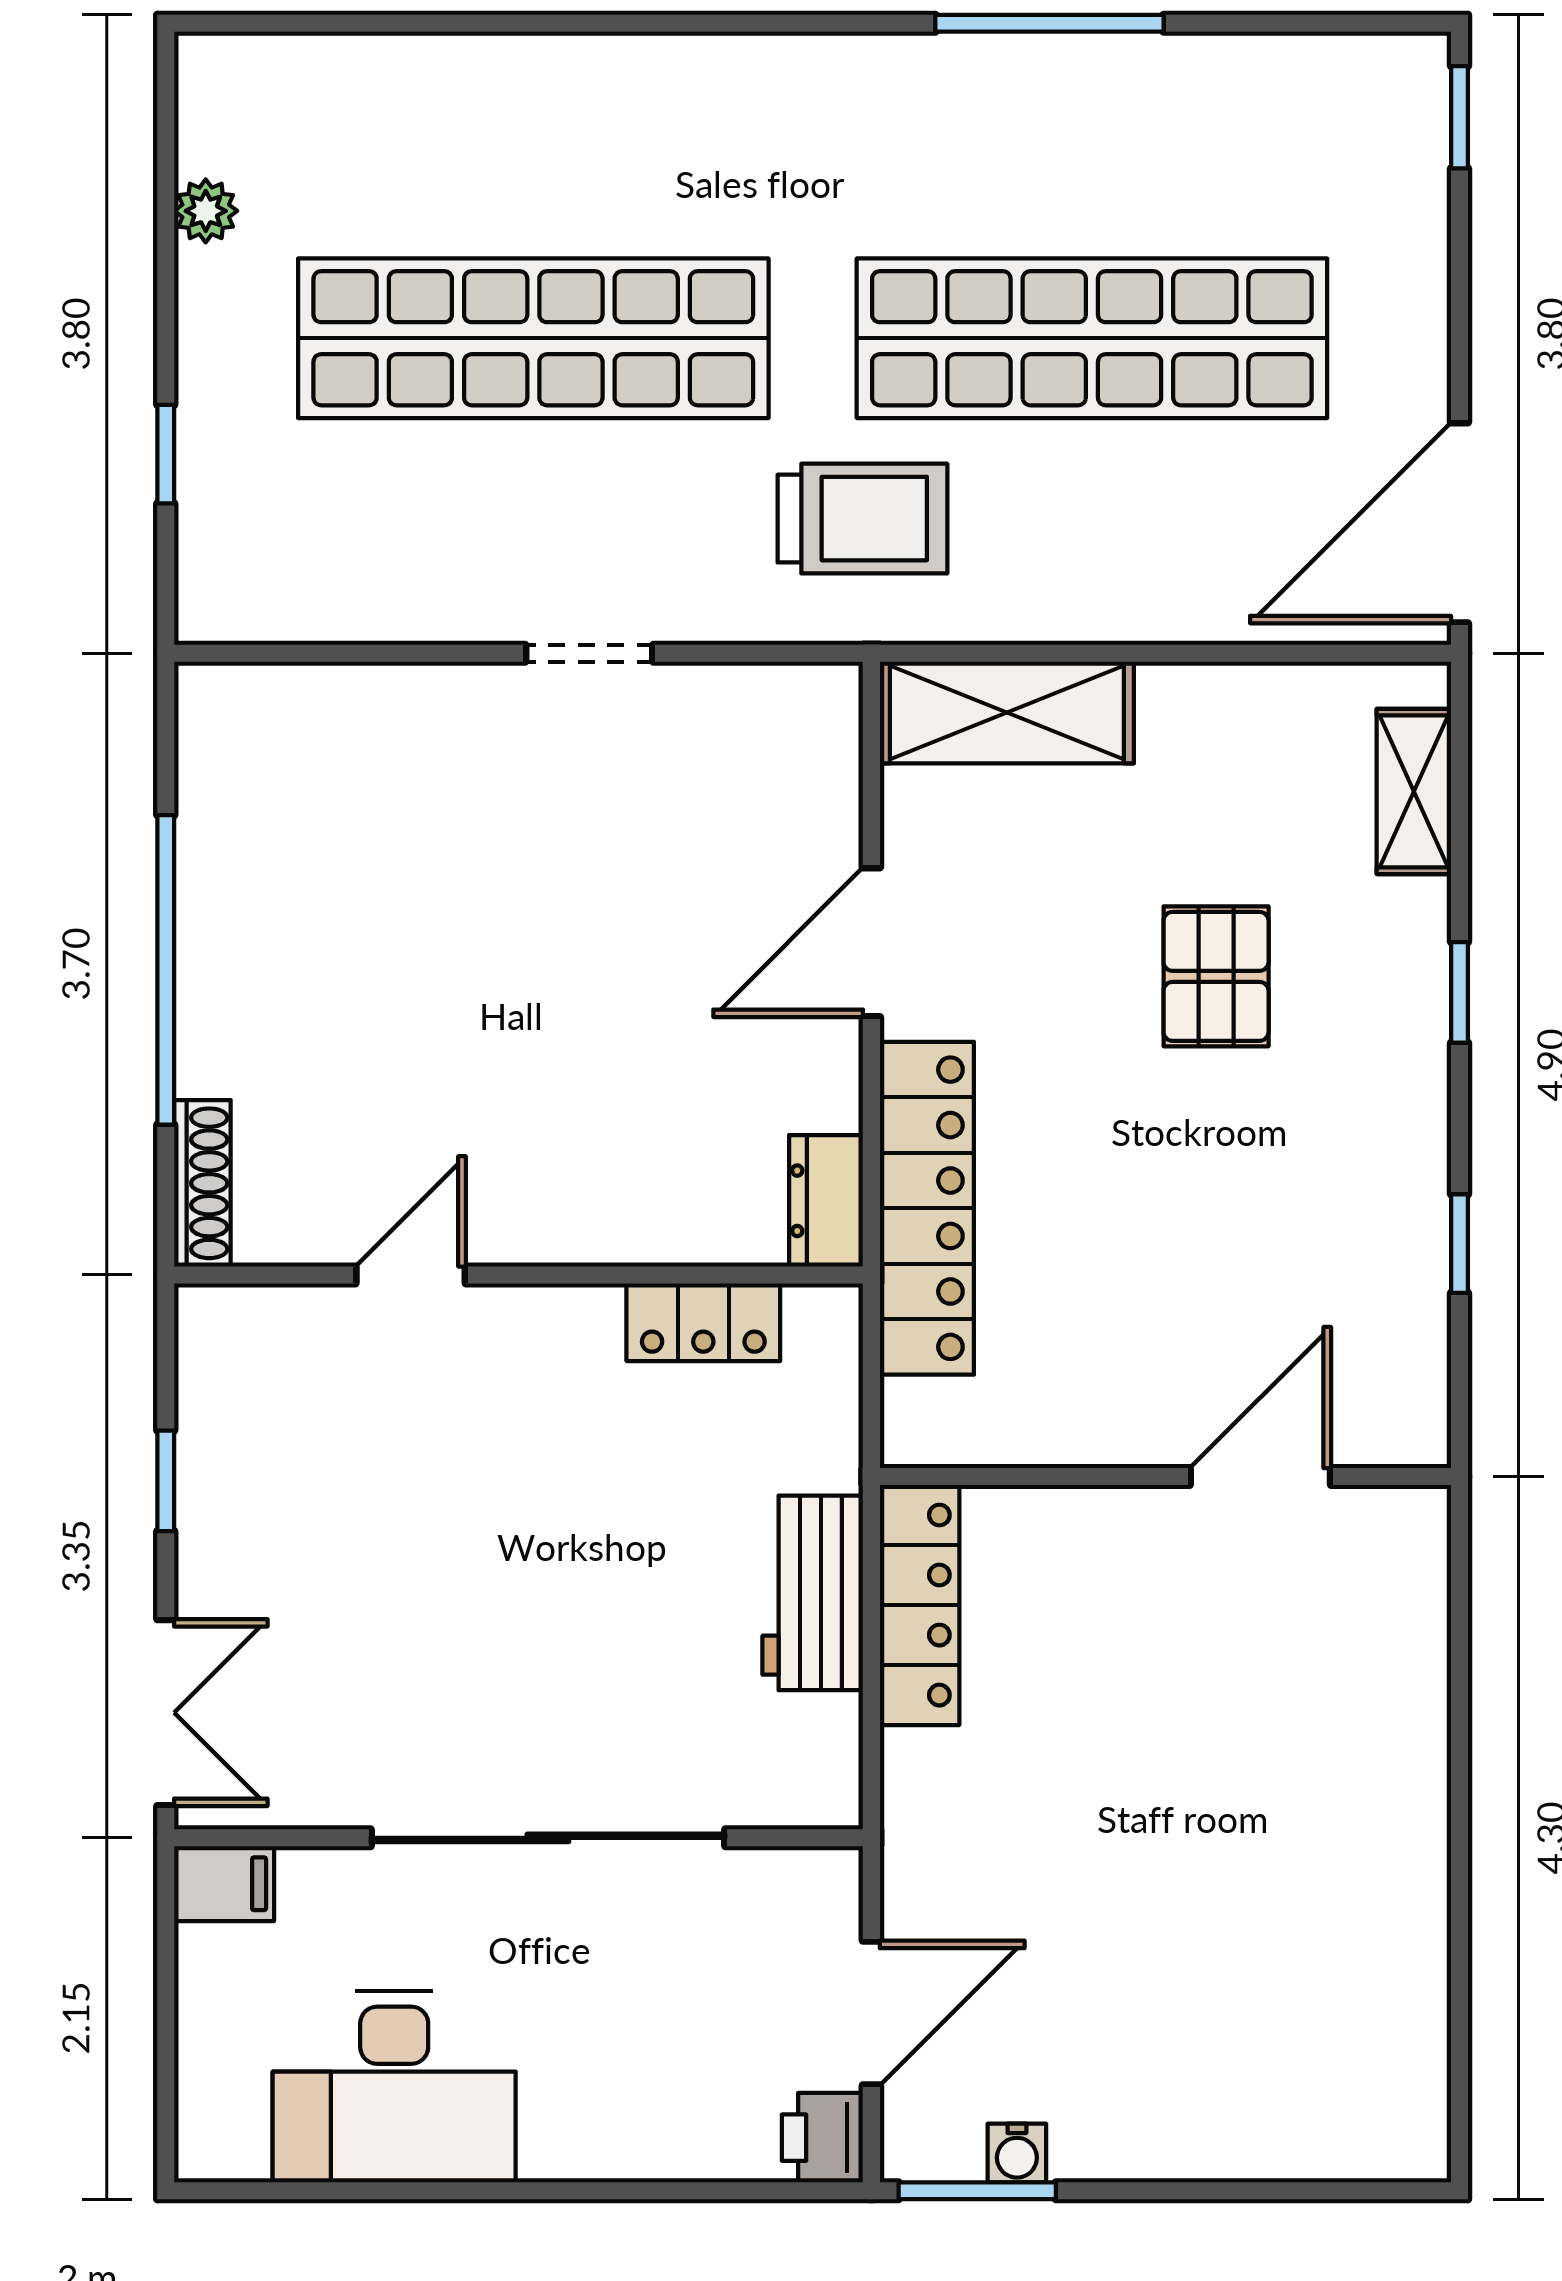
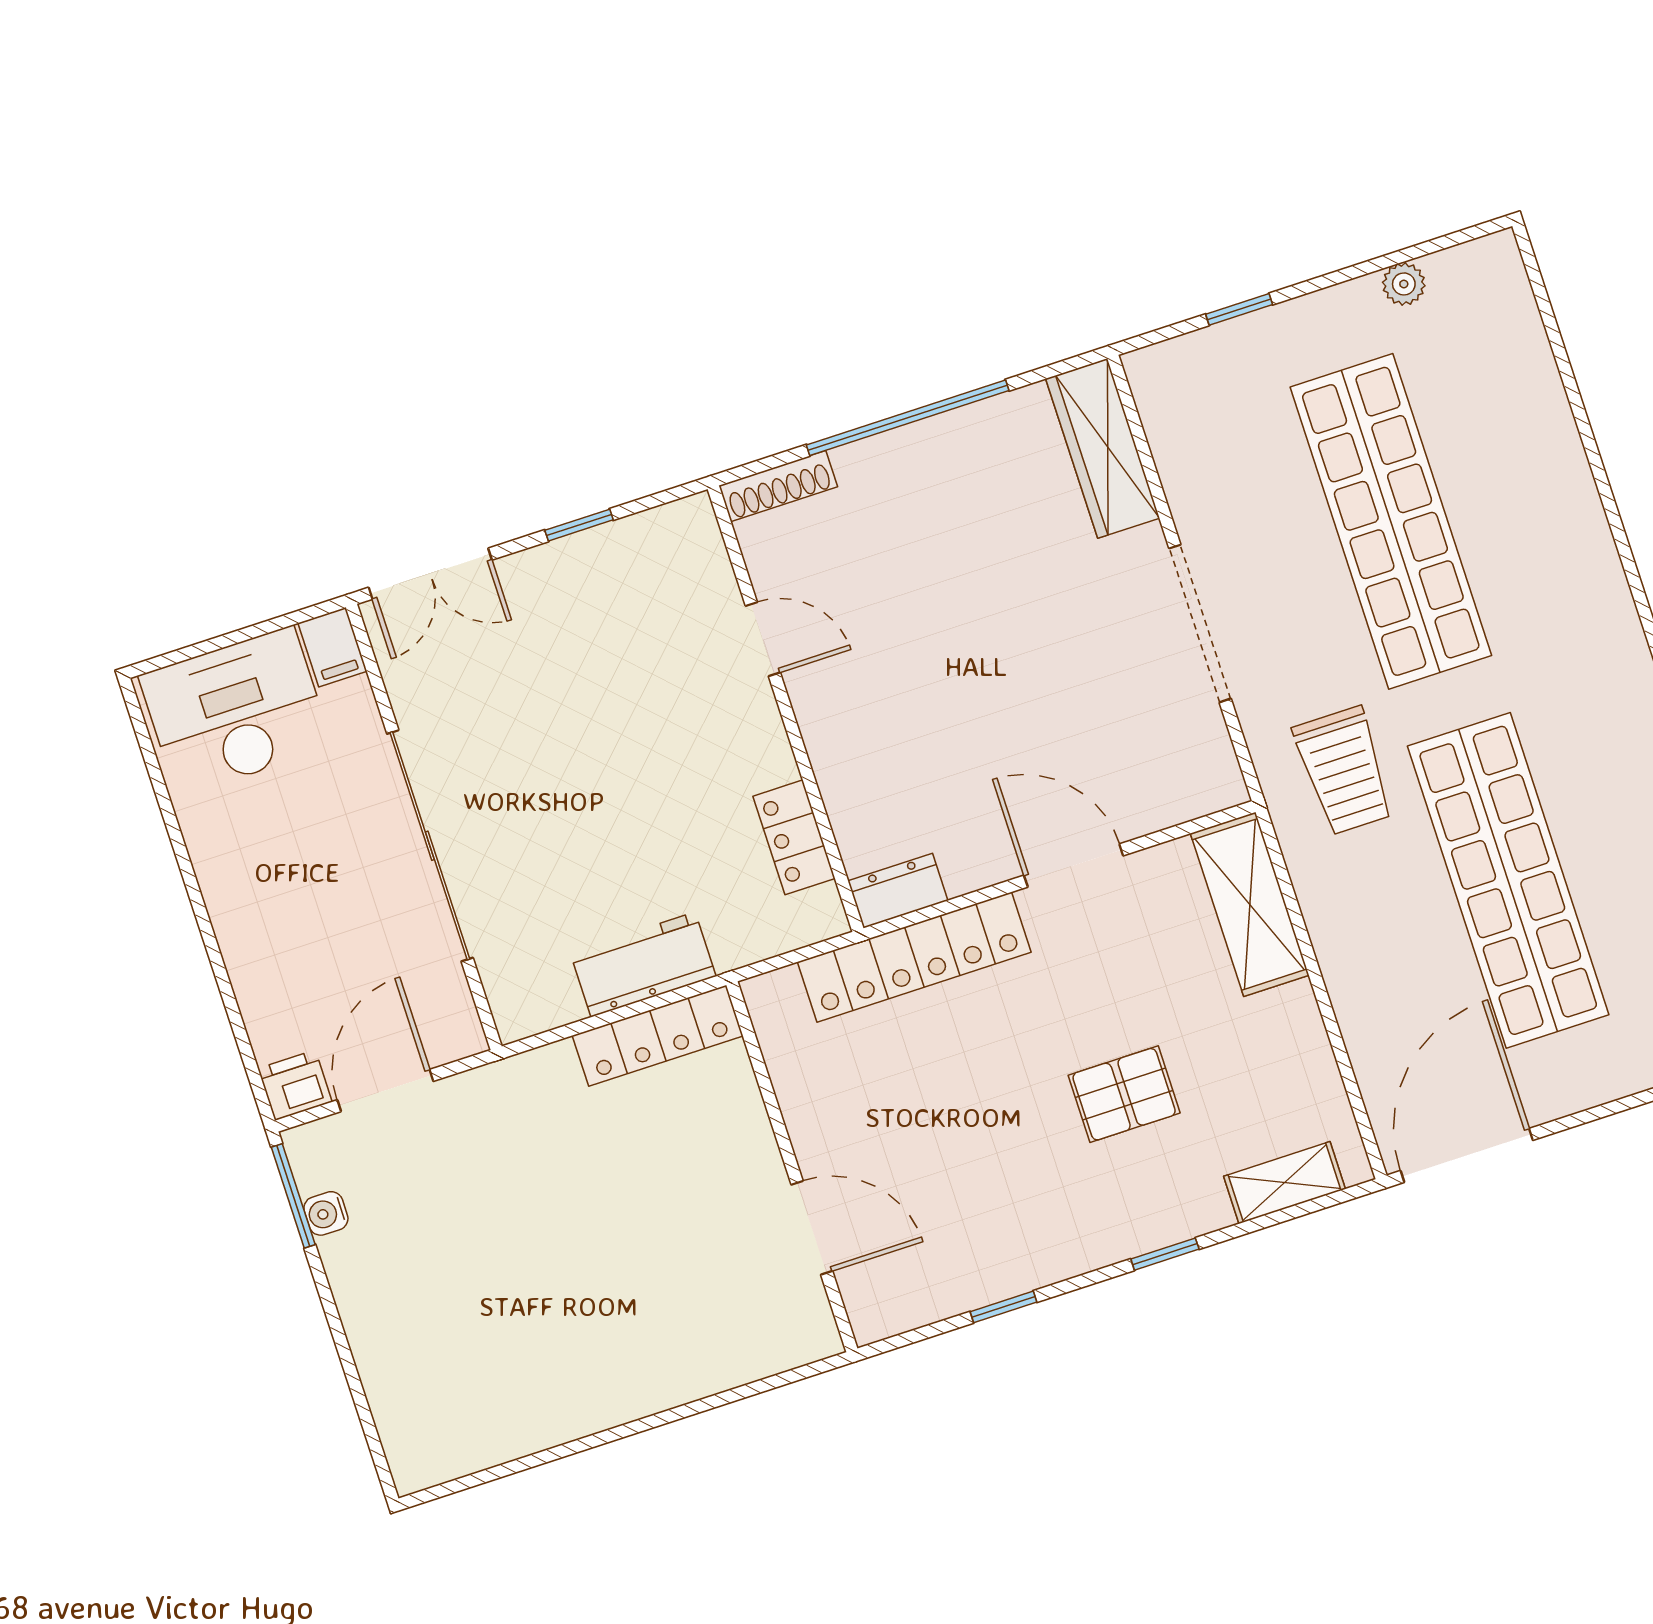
door: (1459, 523) -> (1467, 1155), hinge flipped
doorway: (589, 653) -> (1200, 623), width x1.88
wardrobe: (298, 710) -> (1103, 448), added
door: (871, 2013) -> (385, 1090), swing flipped
desk: (394, 2087) -> (235, 711), moved, turned 90

